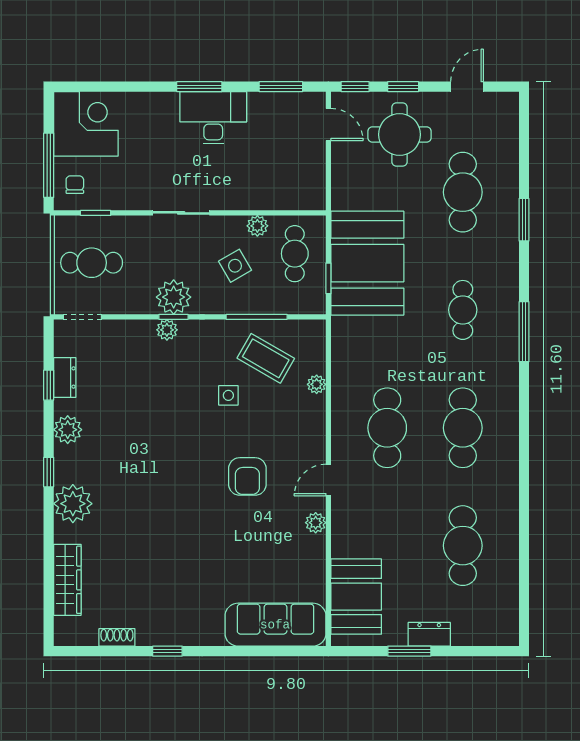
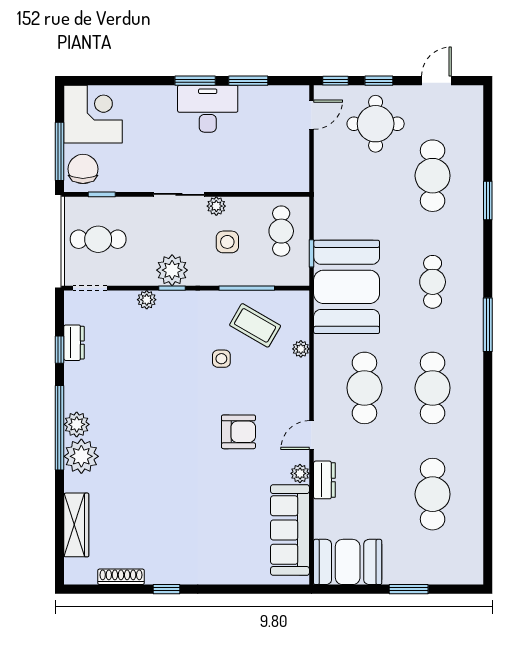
window: (281, 87) -> (248, 81), moved
door: (328, 124) -> (312, 115), hinge flipped
chair: (75, 185) -> (83, 169), width x1.87, depth x1.87
plant: (257, 226) -> (216, 206), moved
booth: (367, 263) -> (347, 287), moved
side table: (235, 266) -> (227, 242), turned 30
plant: (167, 330) -> (147, 300), moved
window: (524, 332) -> (488, 325), moved
plant: (68, 430) -> (77, 424), moved
window: (49, 472) -> (59, 428), width x3.17
armchair: (247, 476) -> (238, 432), turned -90
booth: (356, 597) -> (348, 562), moved, turned 90
sofa: (275, 625) -> (290, 530), moved, turned -90
dresser: (429, 634) -> (324, 480), moved, turned 90
shoe rack: (117, 637) -> (121, 577), width x1.43
window: (409, 651) -> (409, 589), moved

